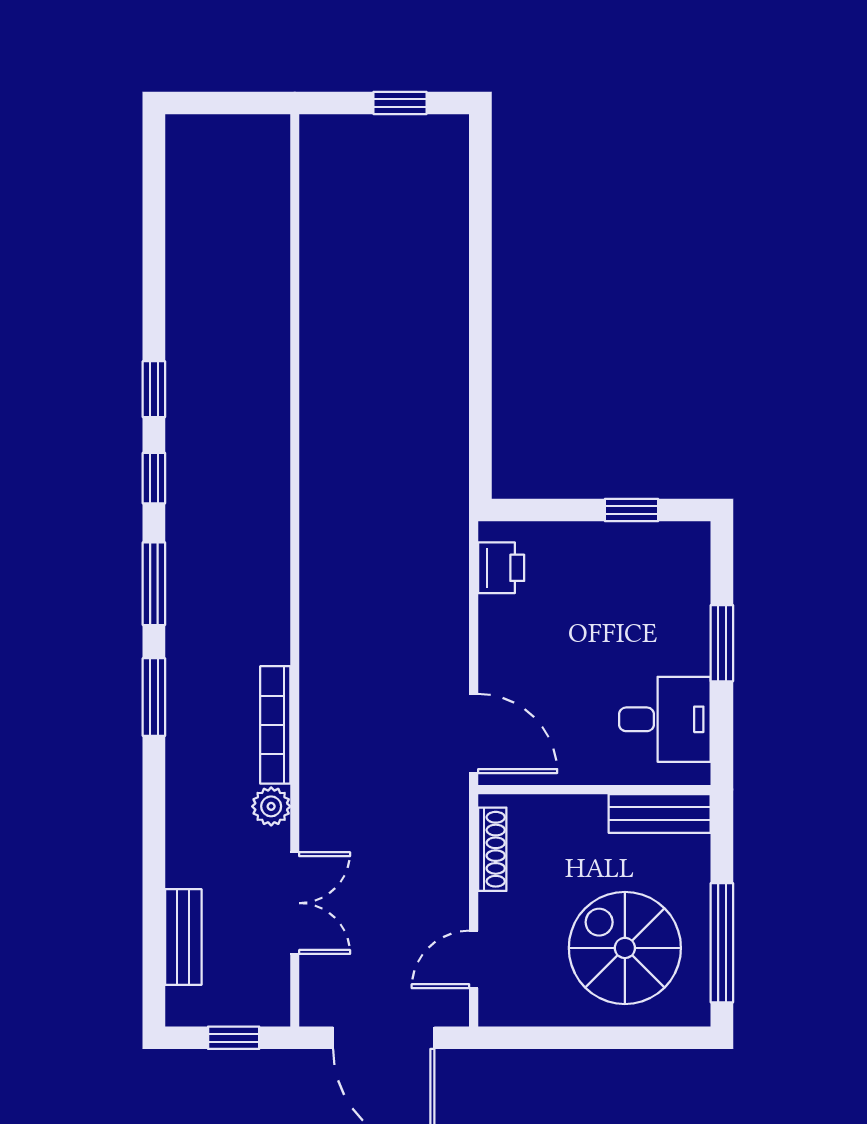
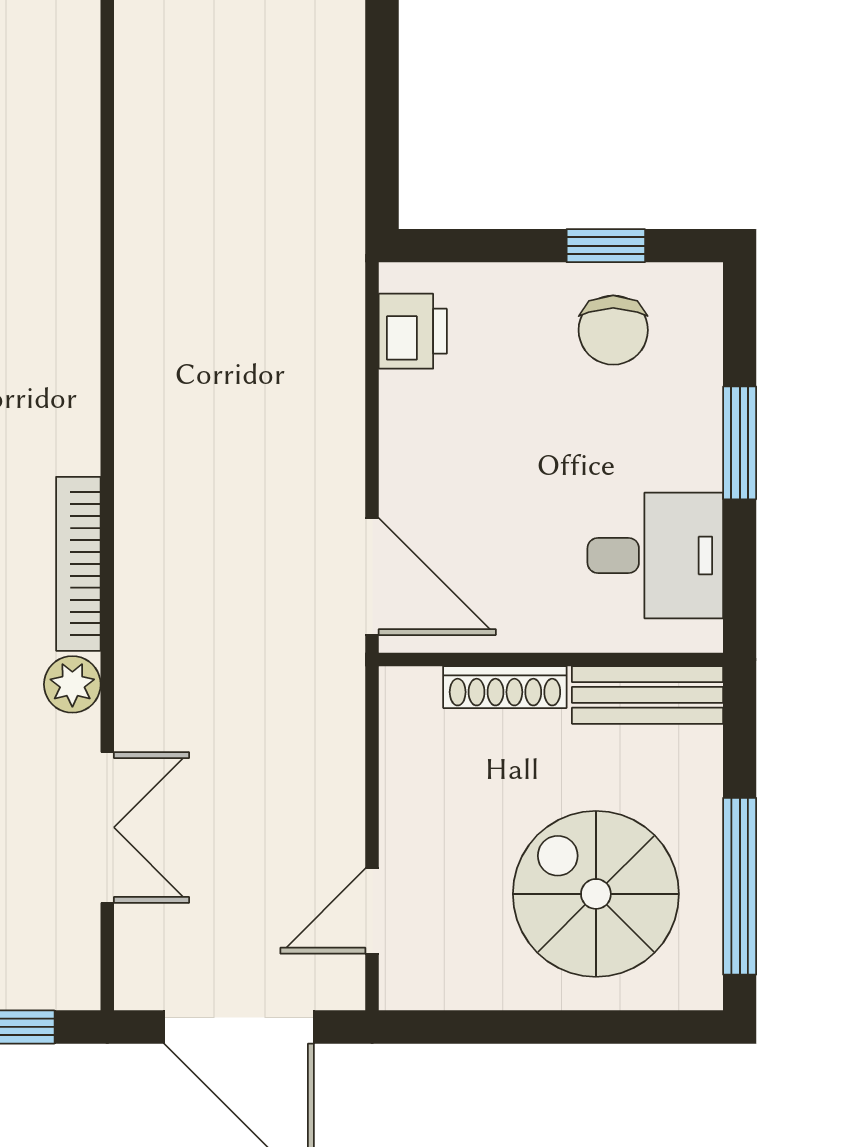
chair: (637, 567) -> (613, 330), added
shoe rack: (492, 849) -> (505, 687), moved, turned 90

